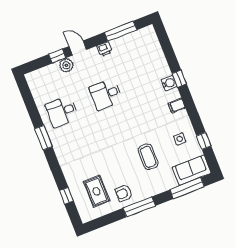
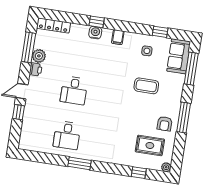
locker: (153, 42) -> (53, 25), added
plant: (66, 65) -> (39, 56), moved
plant: (86, 217) -> (166, 167), added

